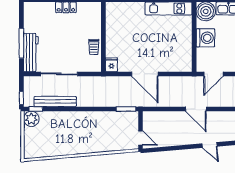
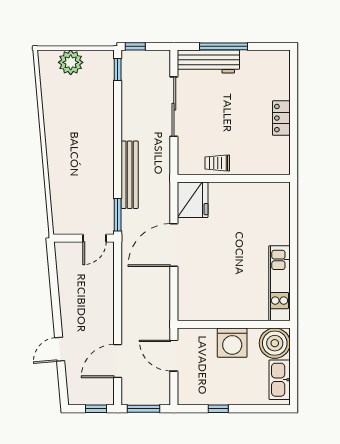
fridge: (111, 65) -> (193, 200), width x1.88, depth x1.34
bench: (55, 102) -> (130, 175), moved
door: (196, 109) -> (118, 361), moved
plant: (31, 119) -> (71, 62), moved
door: (141, 138) -> (95, 238), moved

